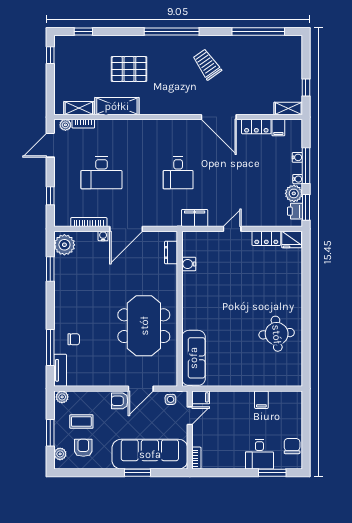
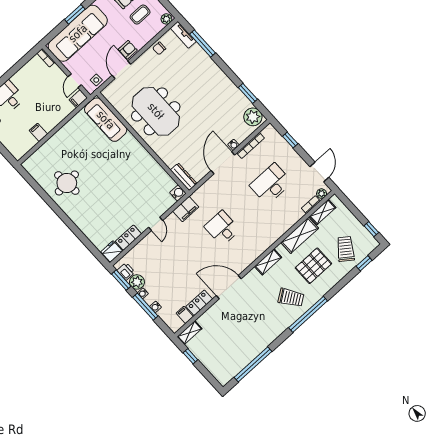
trolley: (88, 58) -> (345, 249), added
trolley: (207, 64) -> (291, 298), moved
shelving: (165, 108) -> (268, 262), added
dresser: (171, 252) -> (184, 177), width x1.44
water cooler: (189, 264) -> (178, 193), moved
chair: (74, 339) -> (159, 48), moved

